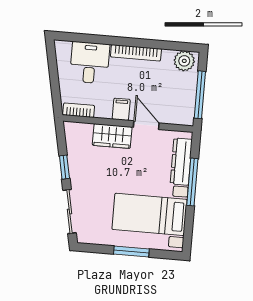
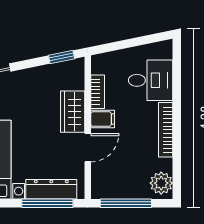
bookcase: (79, 110) -> (98, 92), moved
window: (64, 167) -> (62, 57), moved
window: (192, 182) -> (47, 203), moved

